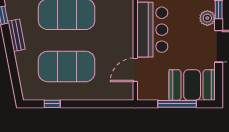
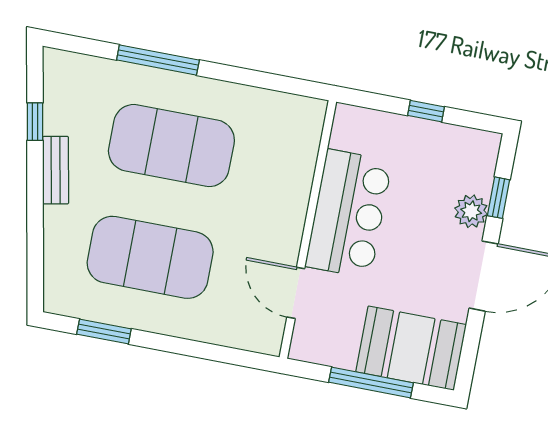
door: (135, 70) -> (296, 293), hinge flipped
window: (52, 104) -> (104, 332), width x1.50

